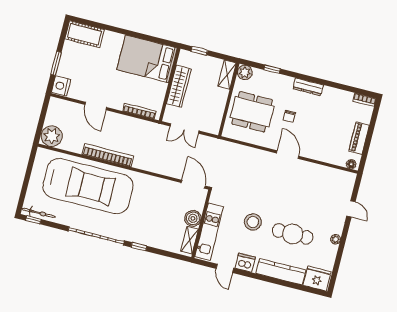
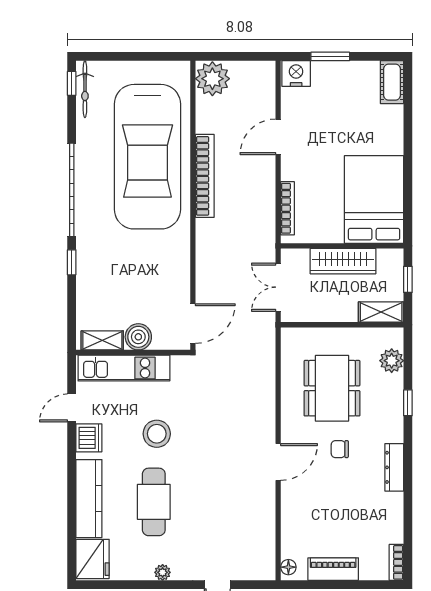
cot: (85, 34) -> (392, 82), width x0.73, depth x0.75
shelving: (227, 75) -> (381, 312), moved
wall: (229, 99) -> (342, 325), moved

